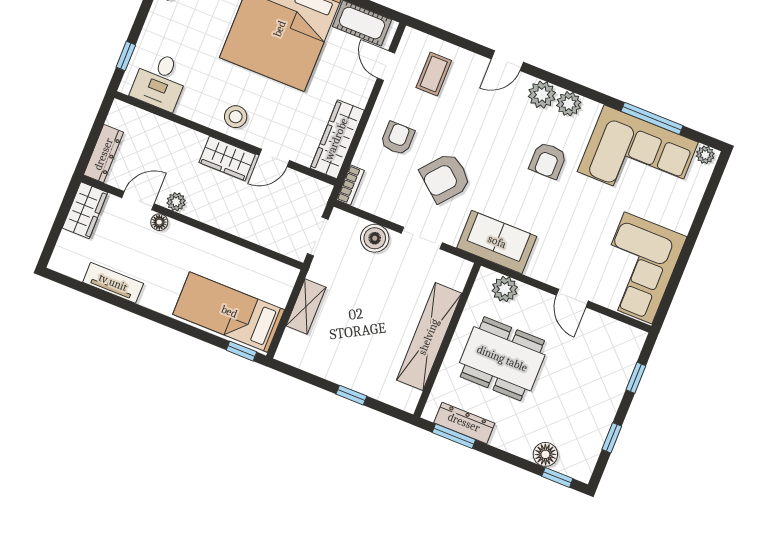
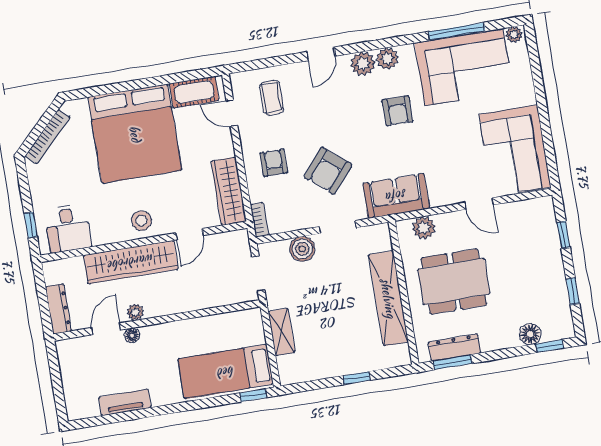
wardrobe: (227, 158) -> (131, 262), width x2.10, depth x1.17
wardrobe: (85, 210) -> (70, 360), removed

